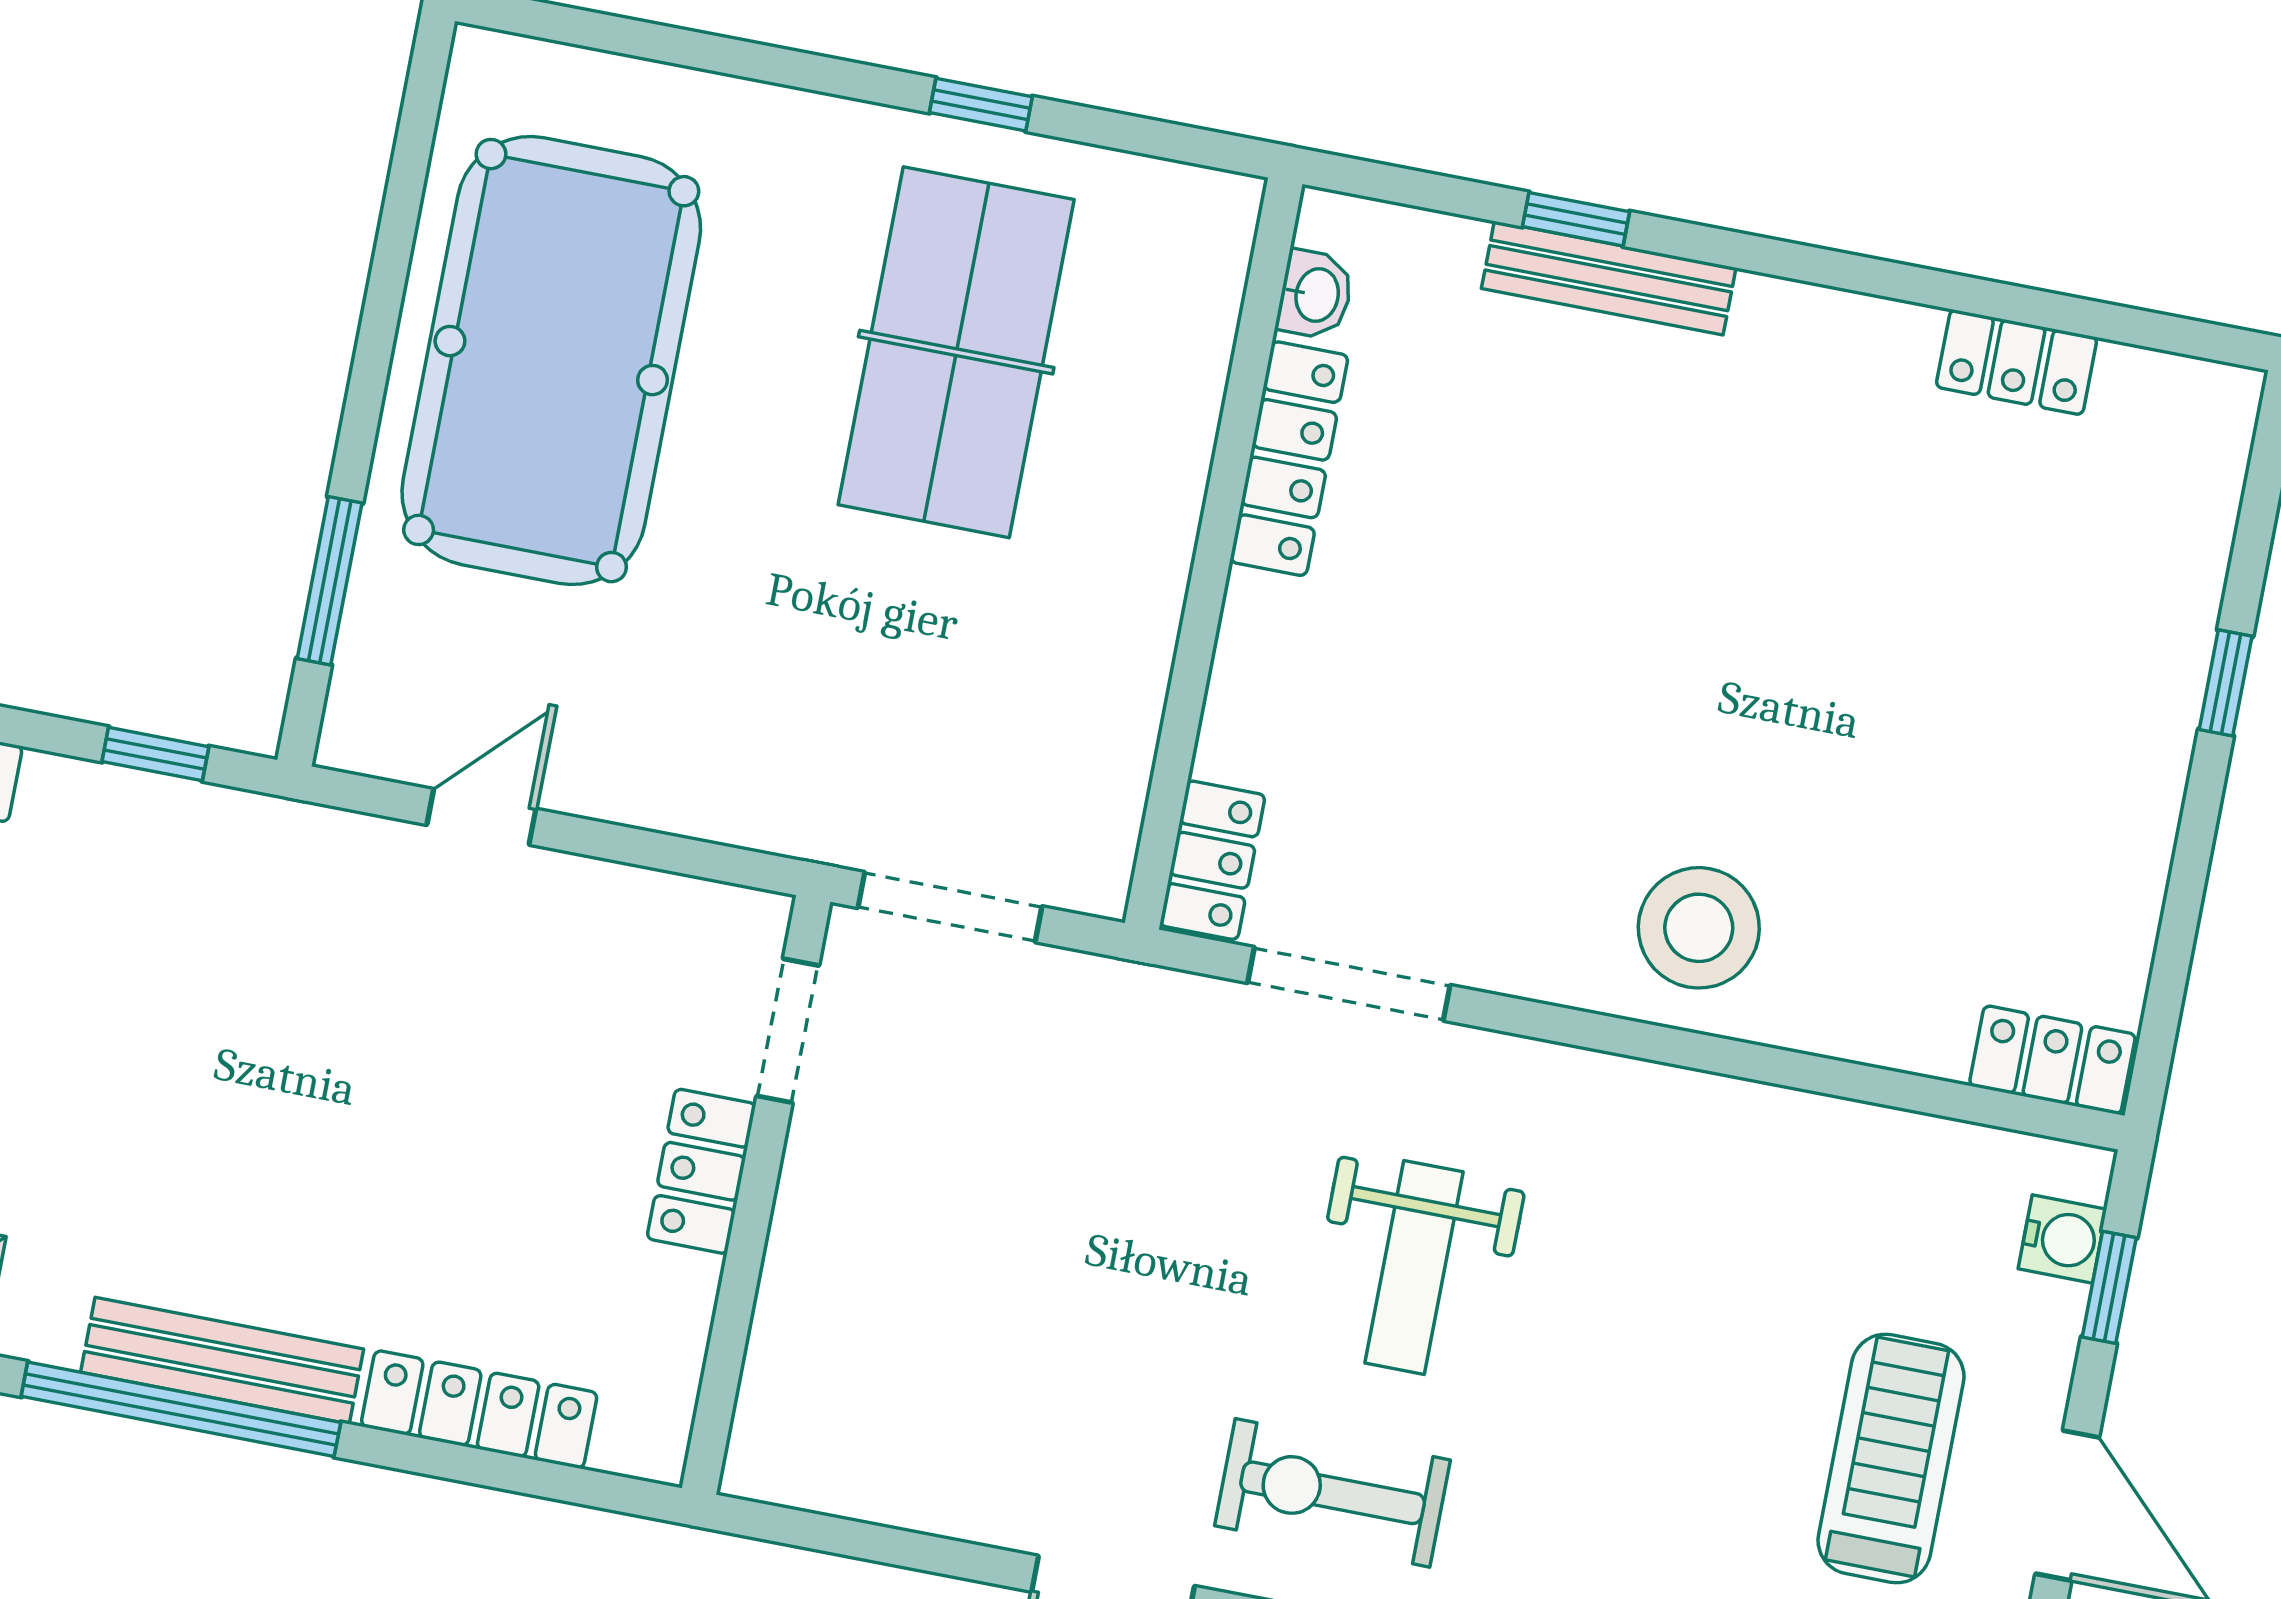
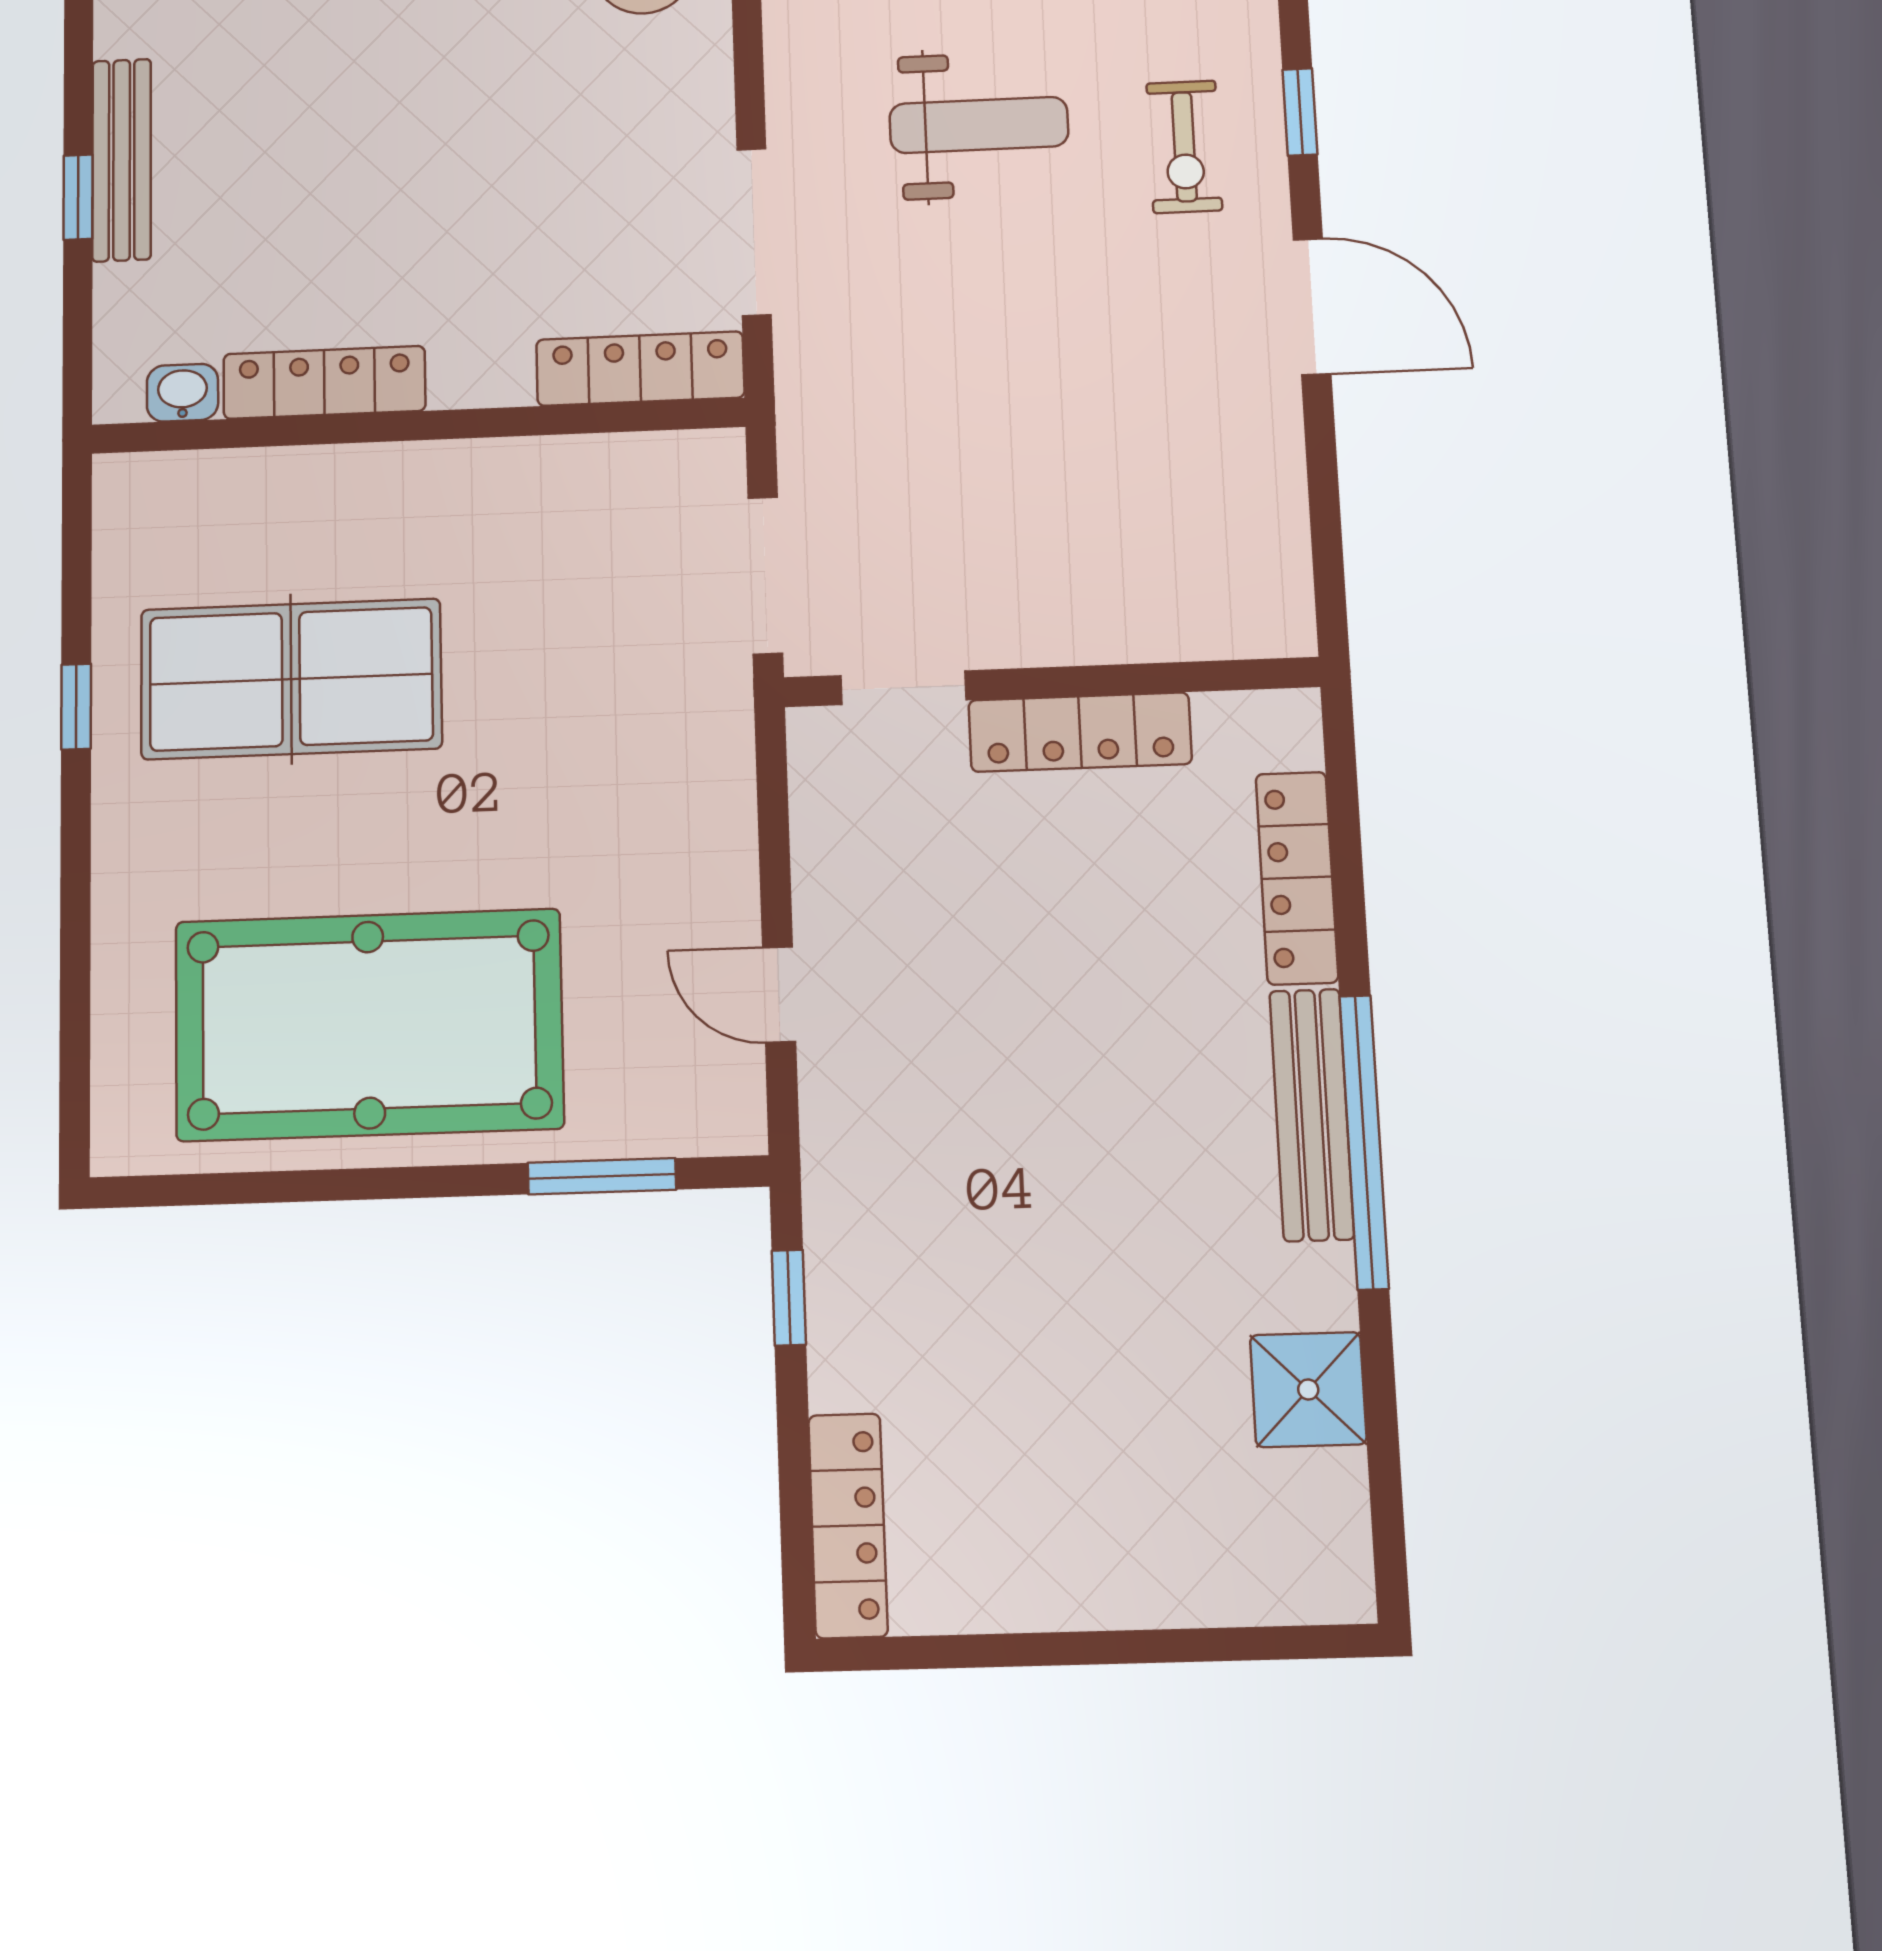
locker: (1212, 860) -> (640, 369), width x1.53
locker: (701, 1171) -> (1080, 732), width x1.53
exercise bike: (1333, 1493) -> (1184, 147), width x0.73, depth x0.72

